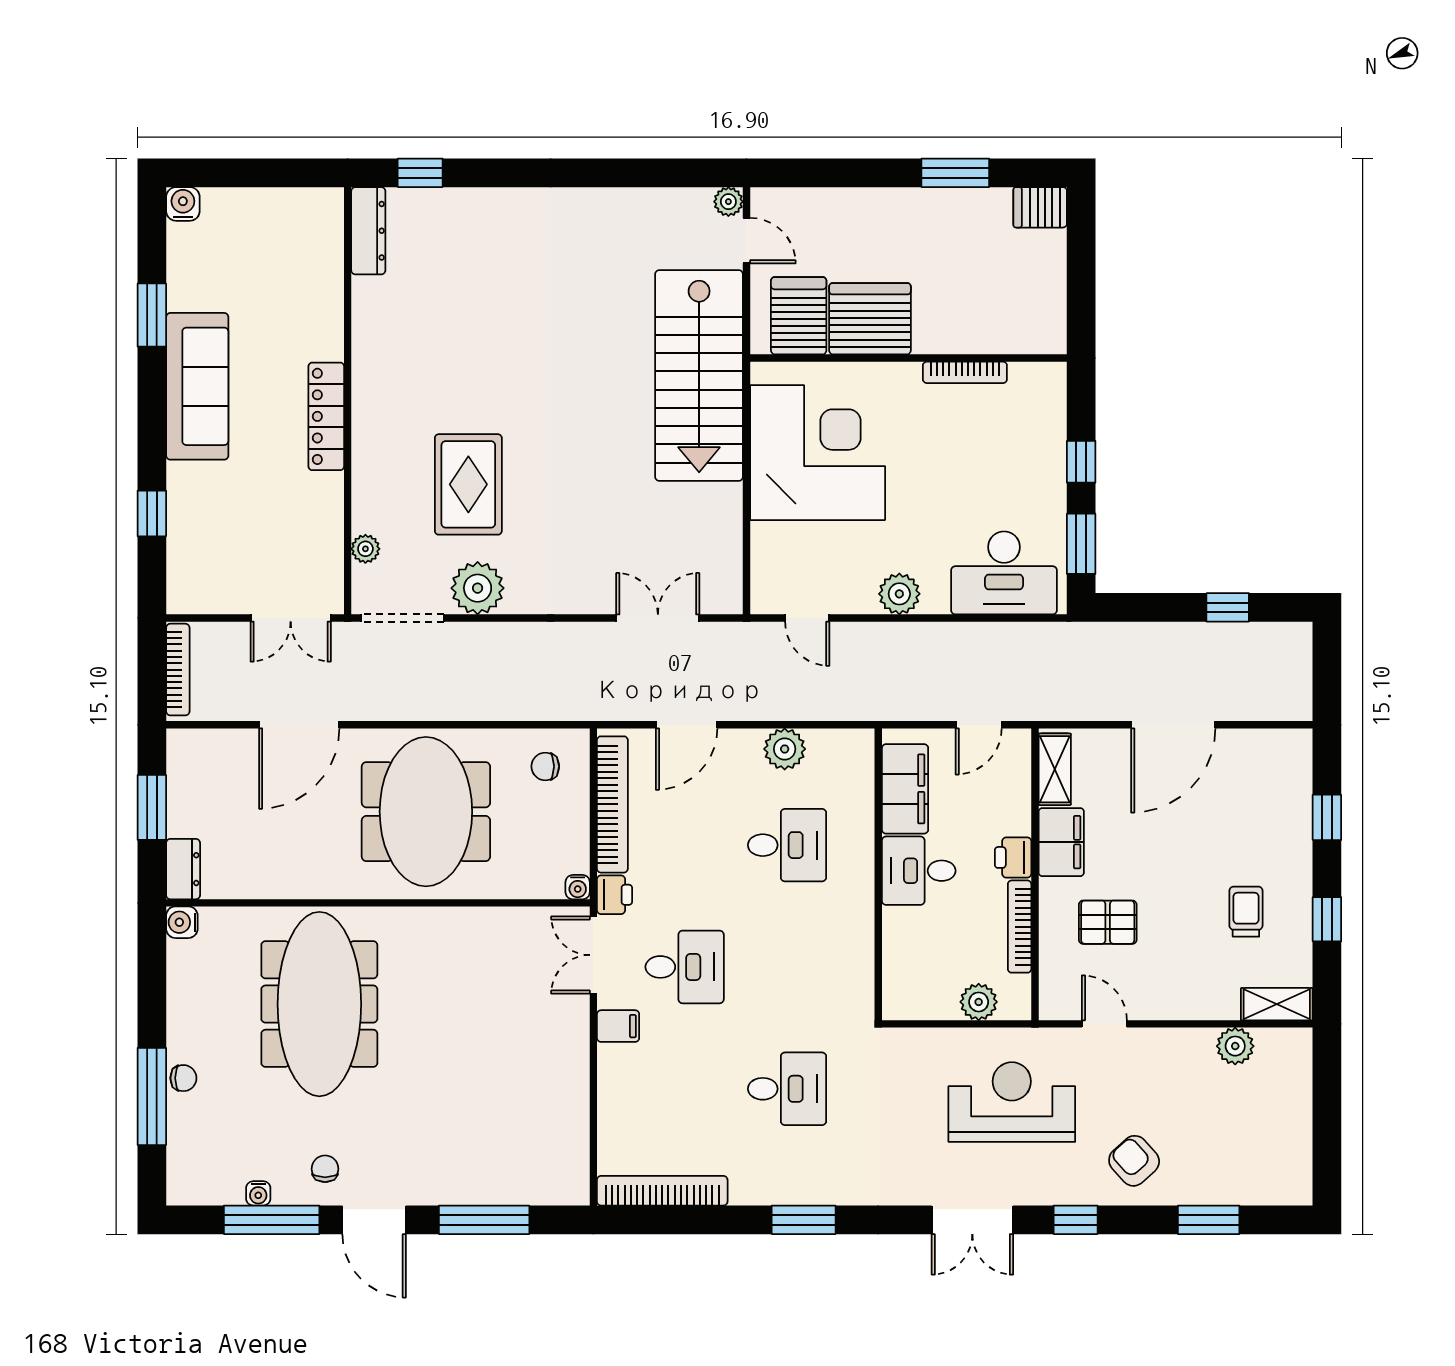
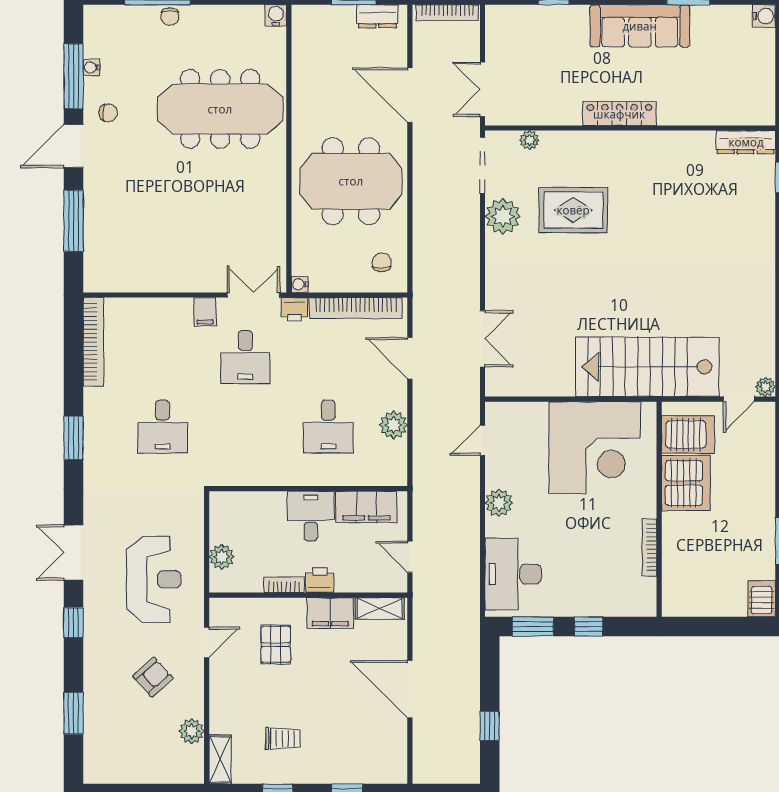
dresser: (183, 869) -> (377, 16), moved
bookcase: (1020, 927) -> (284, 585), width x0.64
armchair: (1134, 1161) -> (153, 677), moved

